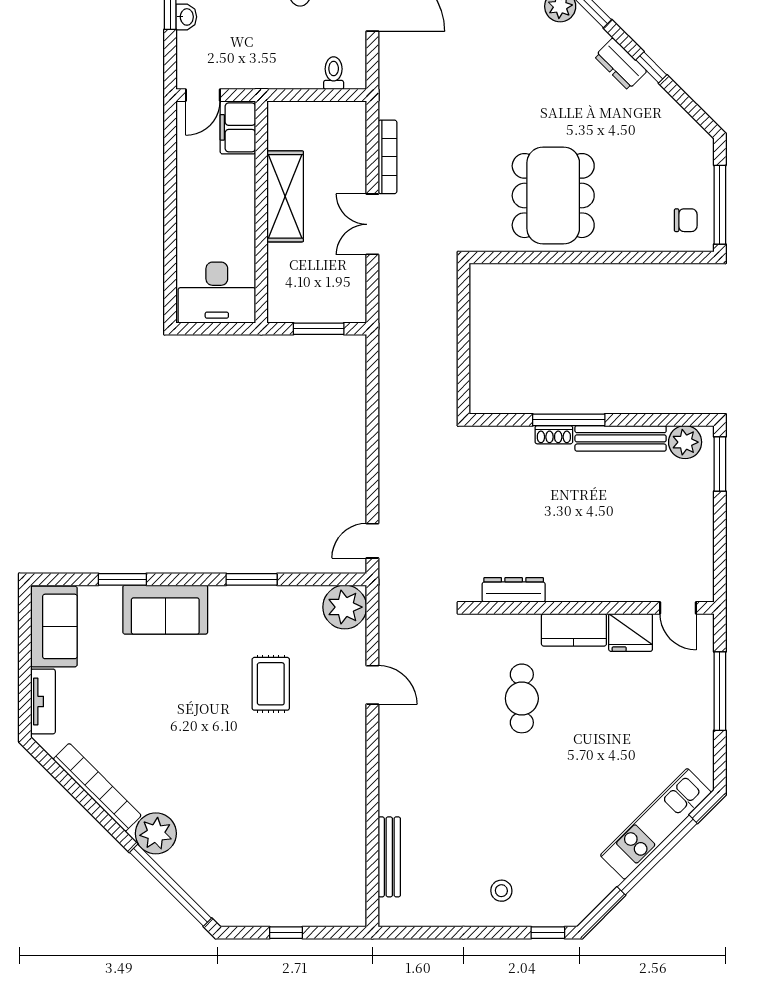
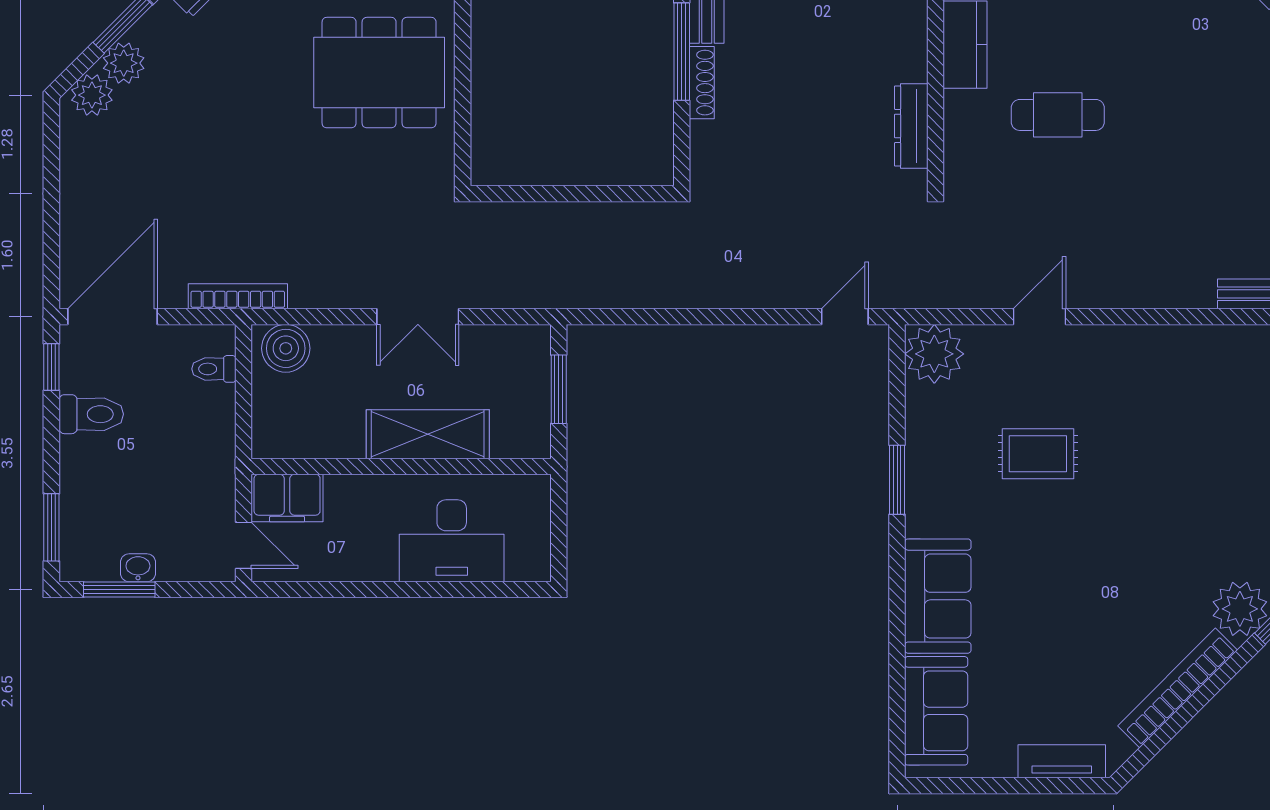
boiler: (349, 126) -> (286, 348), added
bookcase: (387, 157) -> (238, 296), moved
shelving: (285, 196) -> (428, 434), moved
desk: (217, 293) -> (452, 541), moved, turned 90
shoe rack: (554, 435) -> (702, 83), width x1.43
door: (372, 541) -> (845, 317), swing flipped
window: (122, 579) -> (897, 654), removed
sofa: (54, 626) -> (936, 711), moved, turned 90

